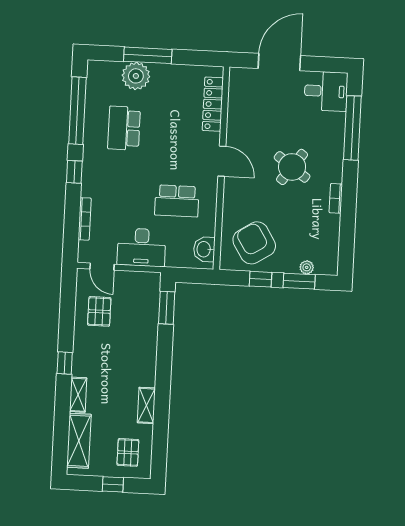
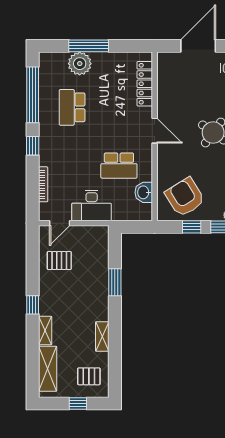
washbasin: (204, 249) -> (144, 192), moved
door: (102, 267) -> (60, 223), hinge flipped
window: (167, 308) -> (115, 282), moved
pallet: (99, 311) -> (59, 261), turned 90
pallet: (128, 452) -> (89, 376), turned 90

